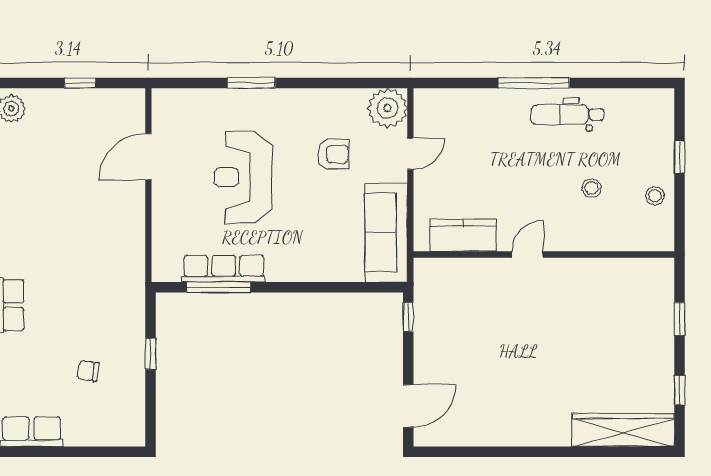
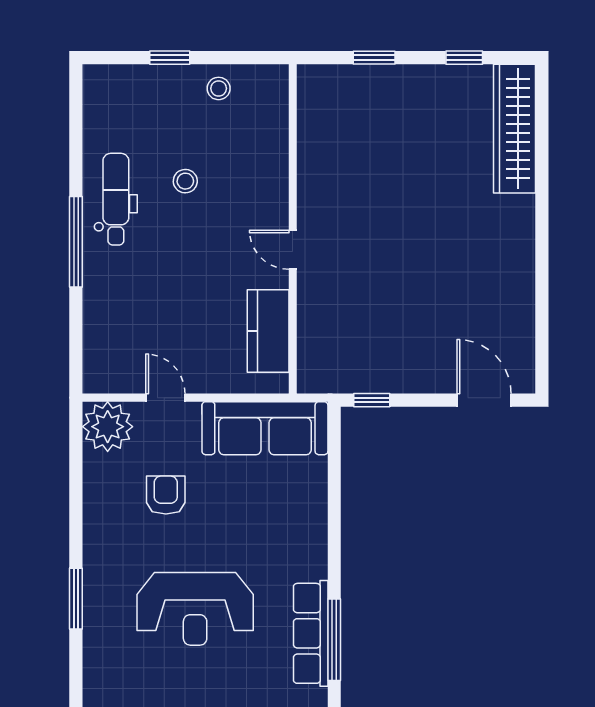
dental chair: (567, 115) -> (116, 199), turned 180
stool: (592, 188) -> (185, 181), moved

